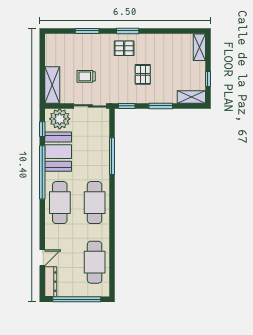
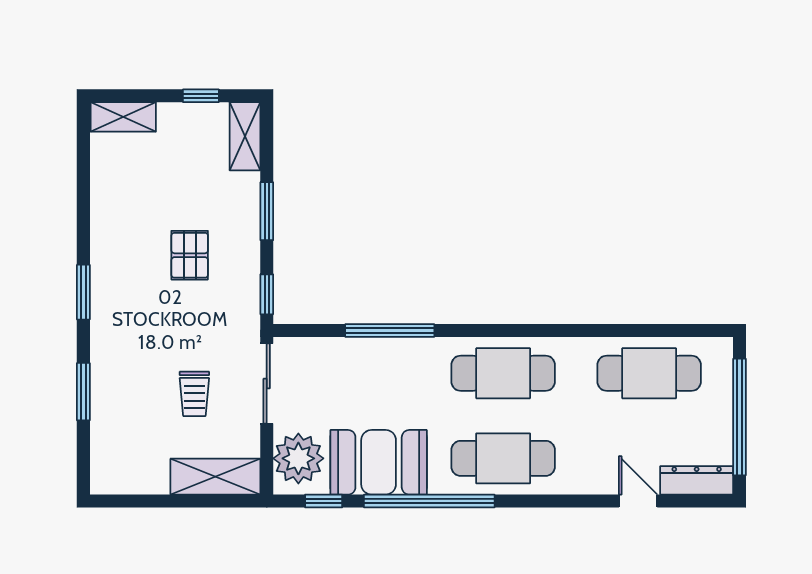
pallet: (124, 48) -> (126, 301), removed
pallet: (143, 74) -> (190, 255), turned 90

